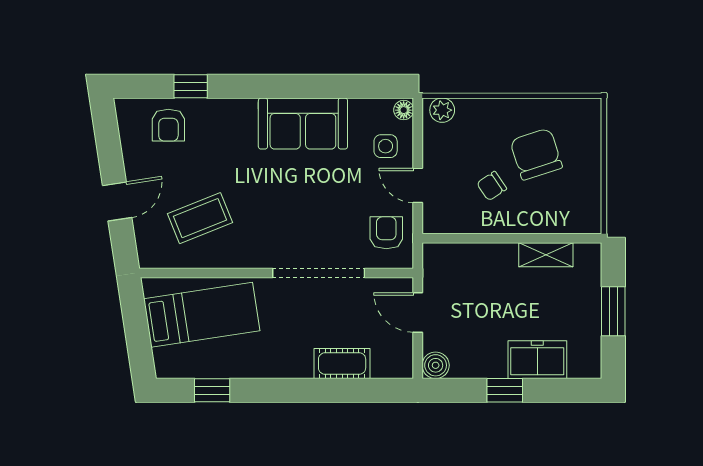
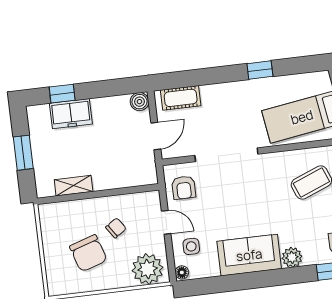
plant: (442, 110) -> (148, 269), width x1.88, depth x1.88
plant: (241, 113) -> (292, 257), added
door: (418, 312) -> (156, 136), hinge flipped
cot: (342, 364) -> (181, 98), moved
window: (212, 390) -> (260, 70), moved
window: (505, 390) -> (62, 94), moved

